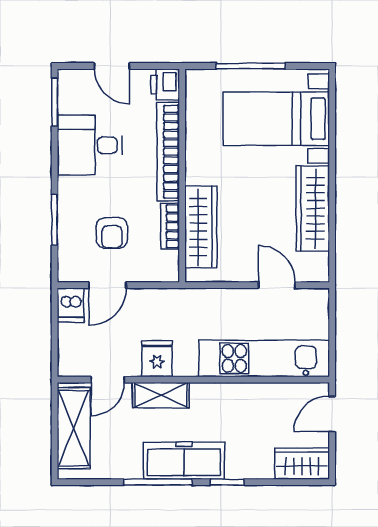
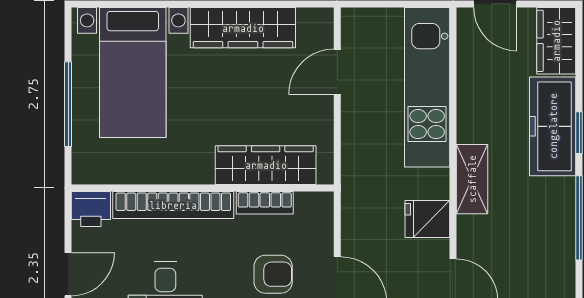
shelving: (161, 395) -> (472, 179), moved
freezer: (184, 461) -> (553, 126), moved

